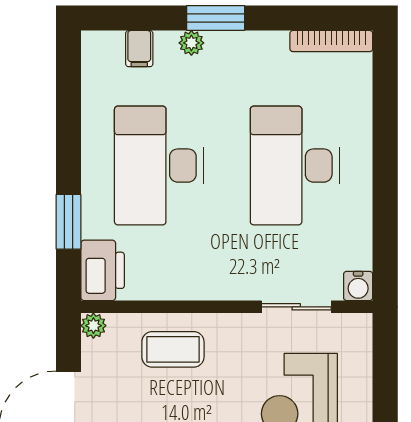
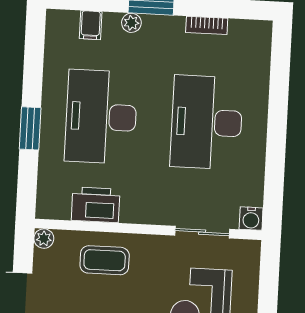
bookcase: (331, 41) -> (207, 25), moved, width x0.64
window: (68, 222) -> (30, 128), moved
printer: (103, 270) -> (96, 205), moved, turned -90

